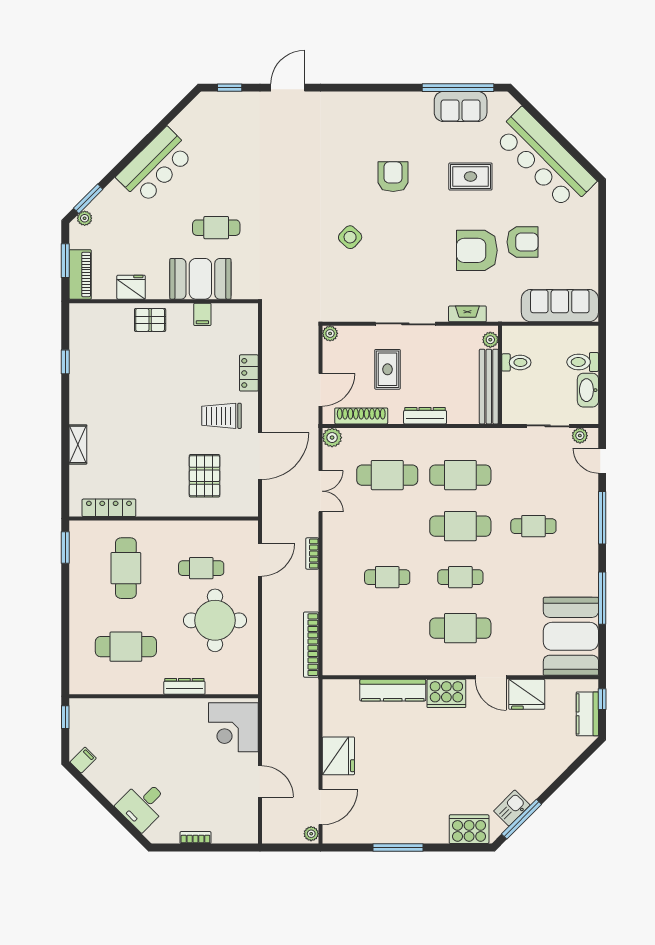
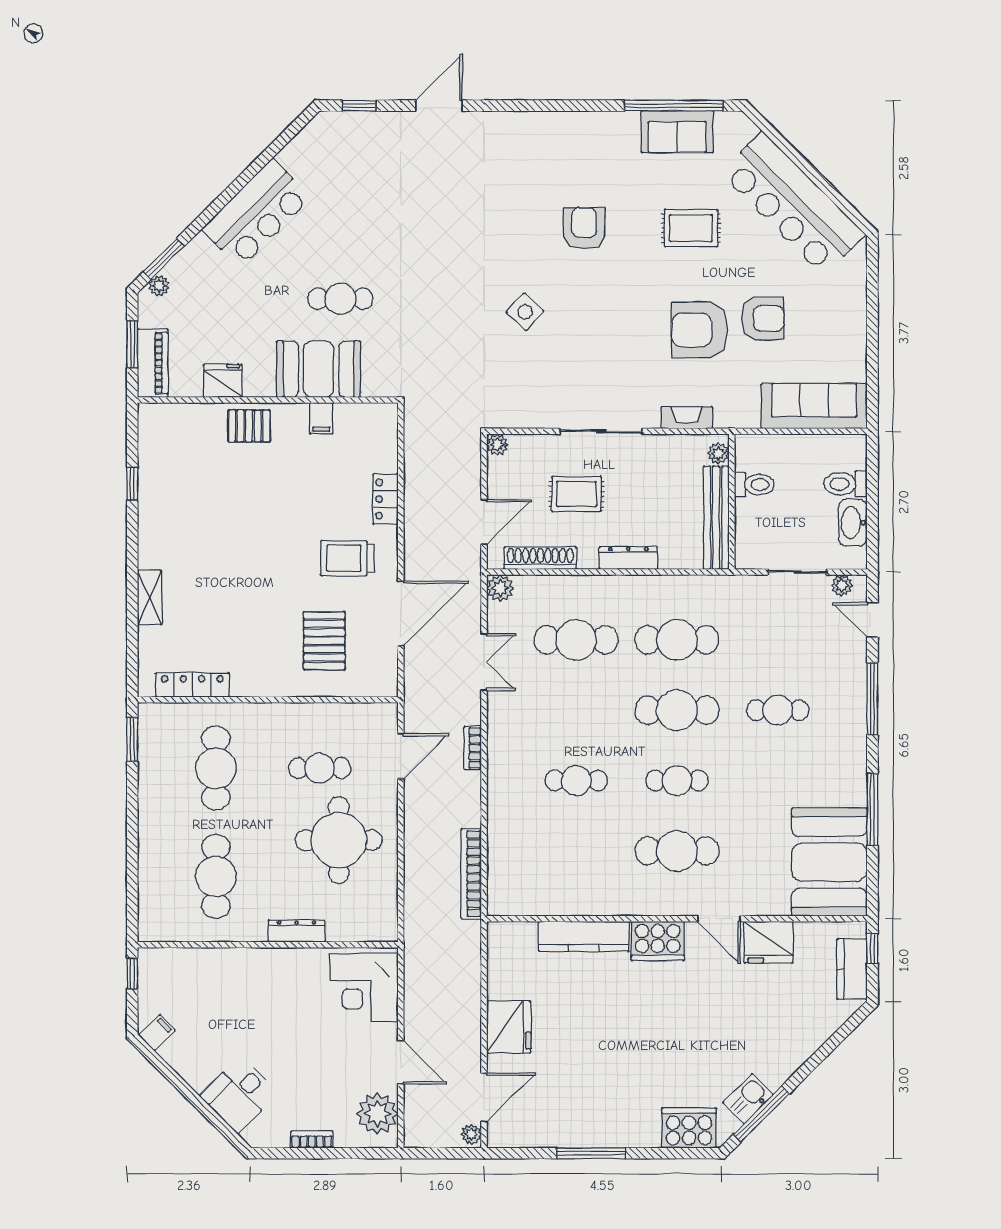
rug: (387, 369) -> (577, 494), turned 90
cafe table: (126, 647) -> (216, 876), turned 90
plant: (243, 819) -> (377, 1113), added

